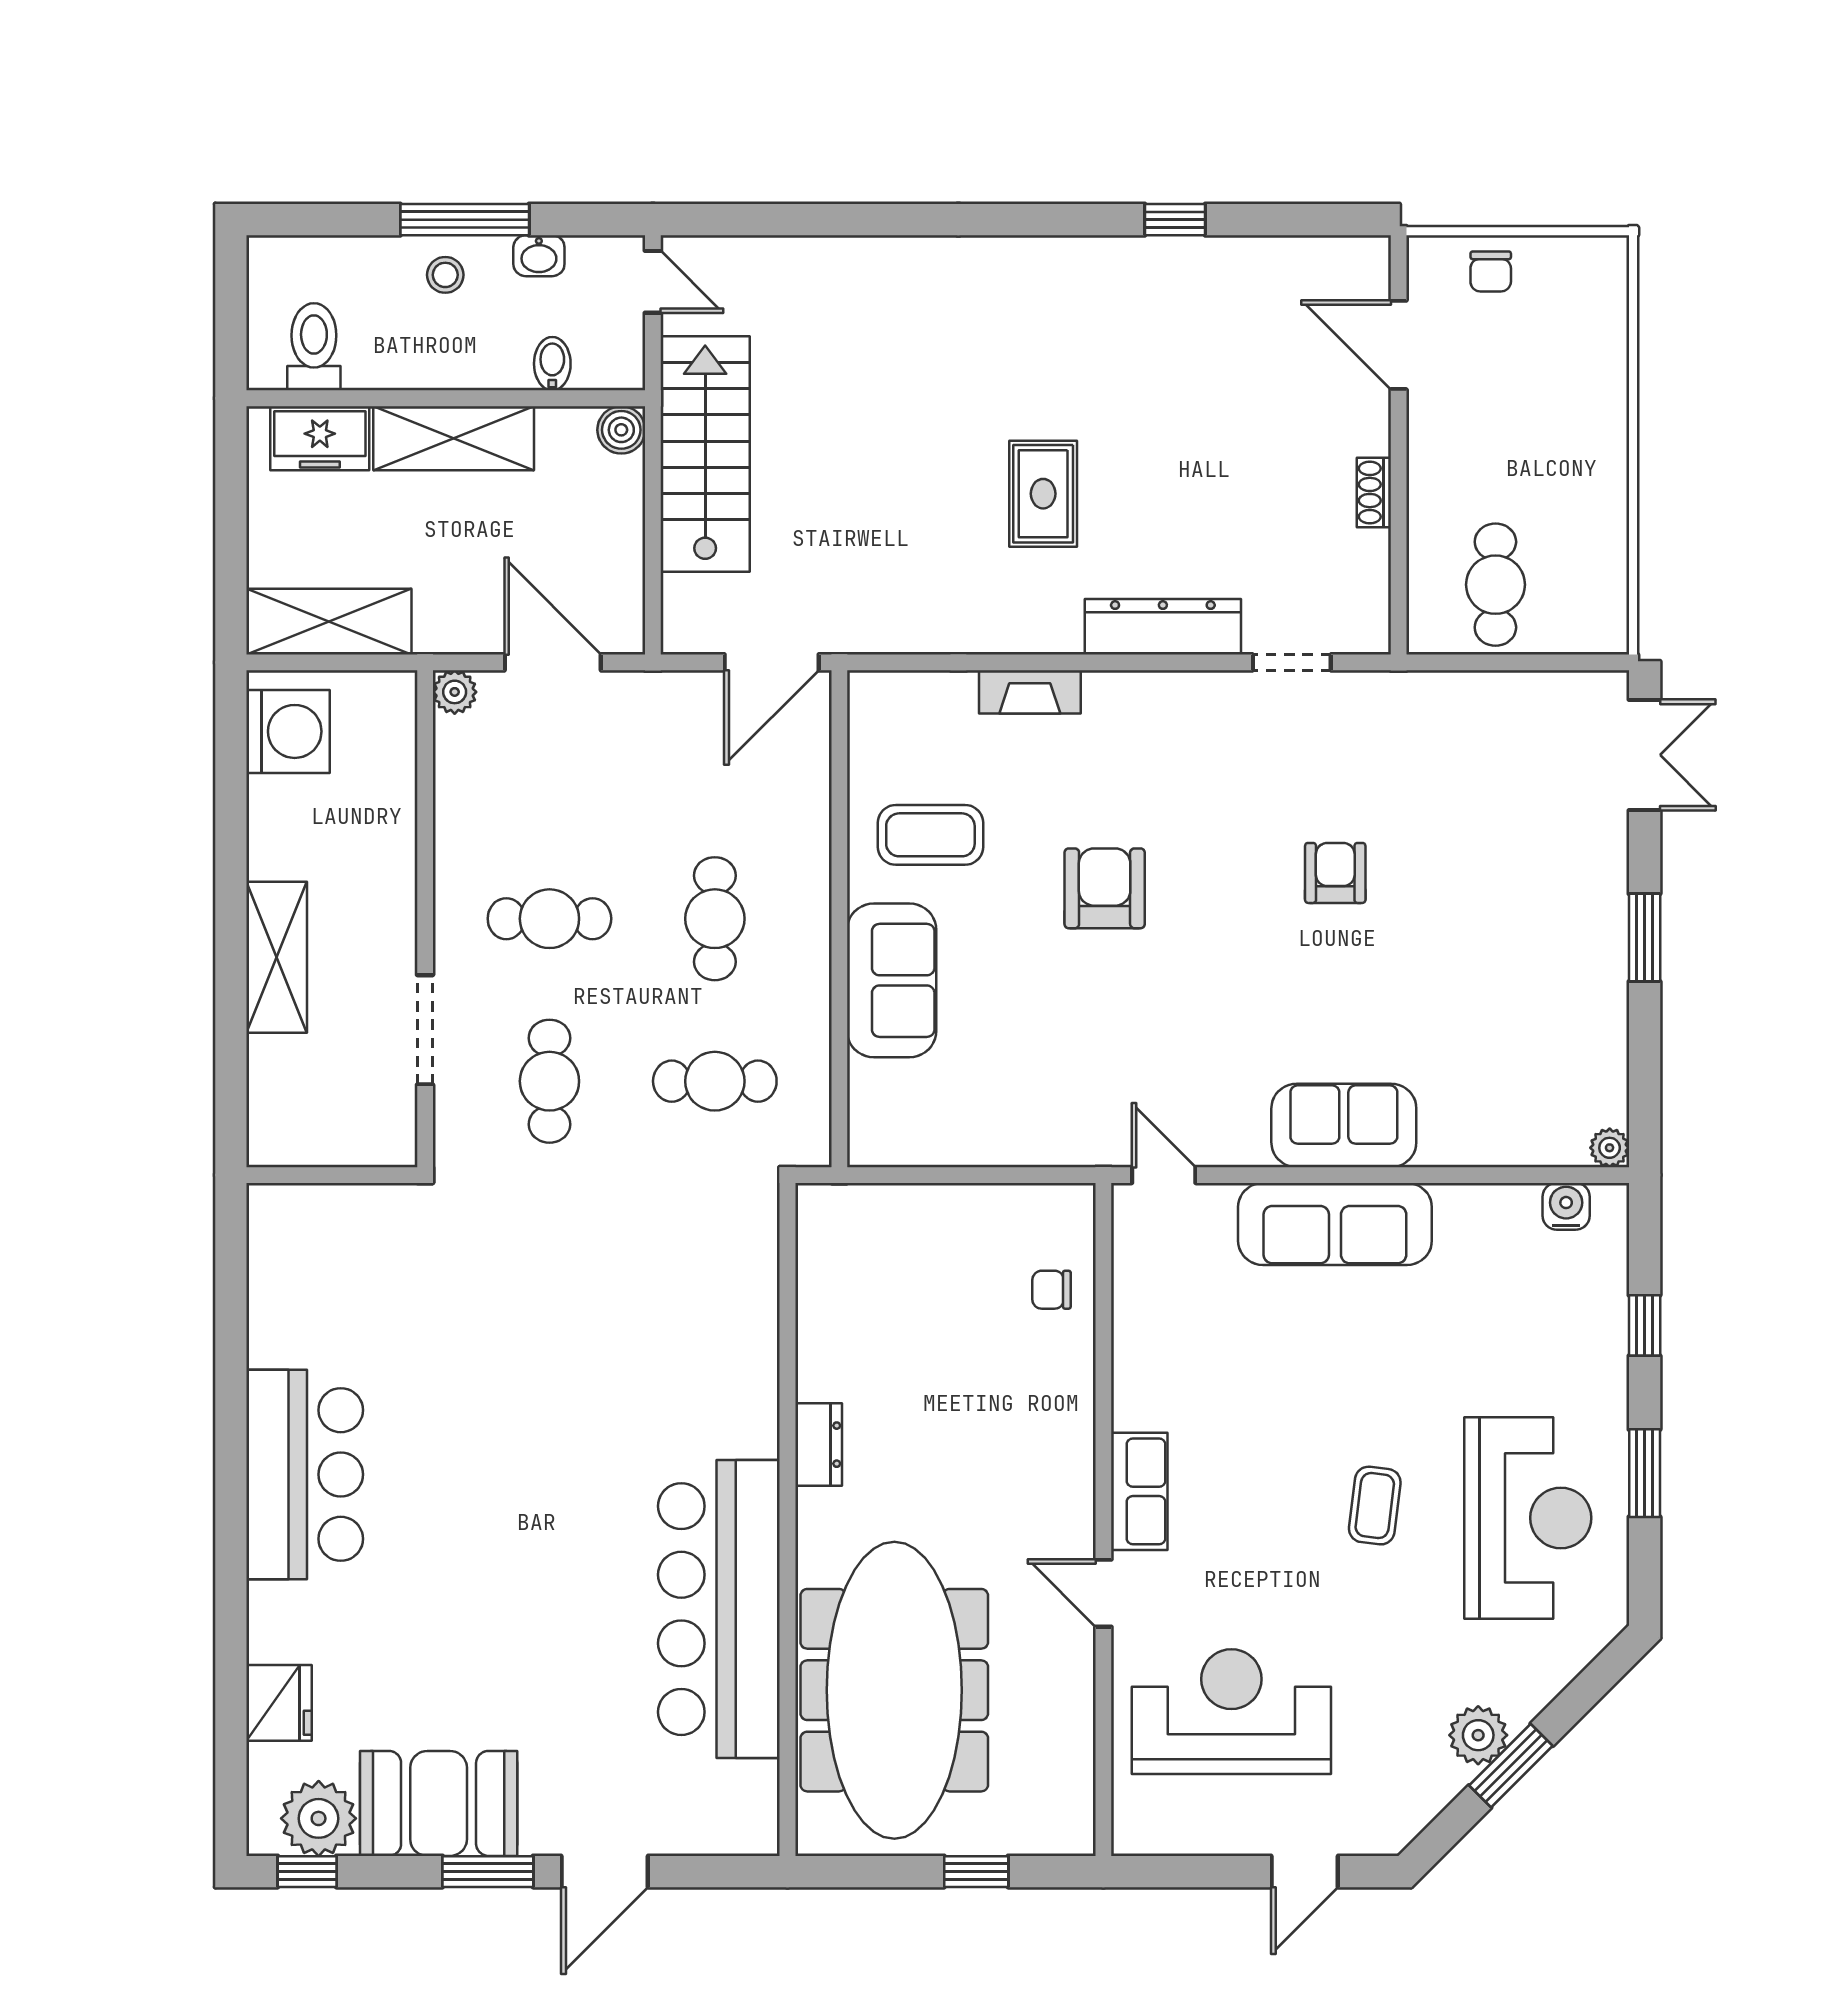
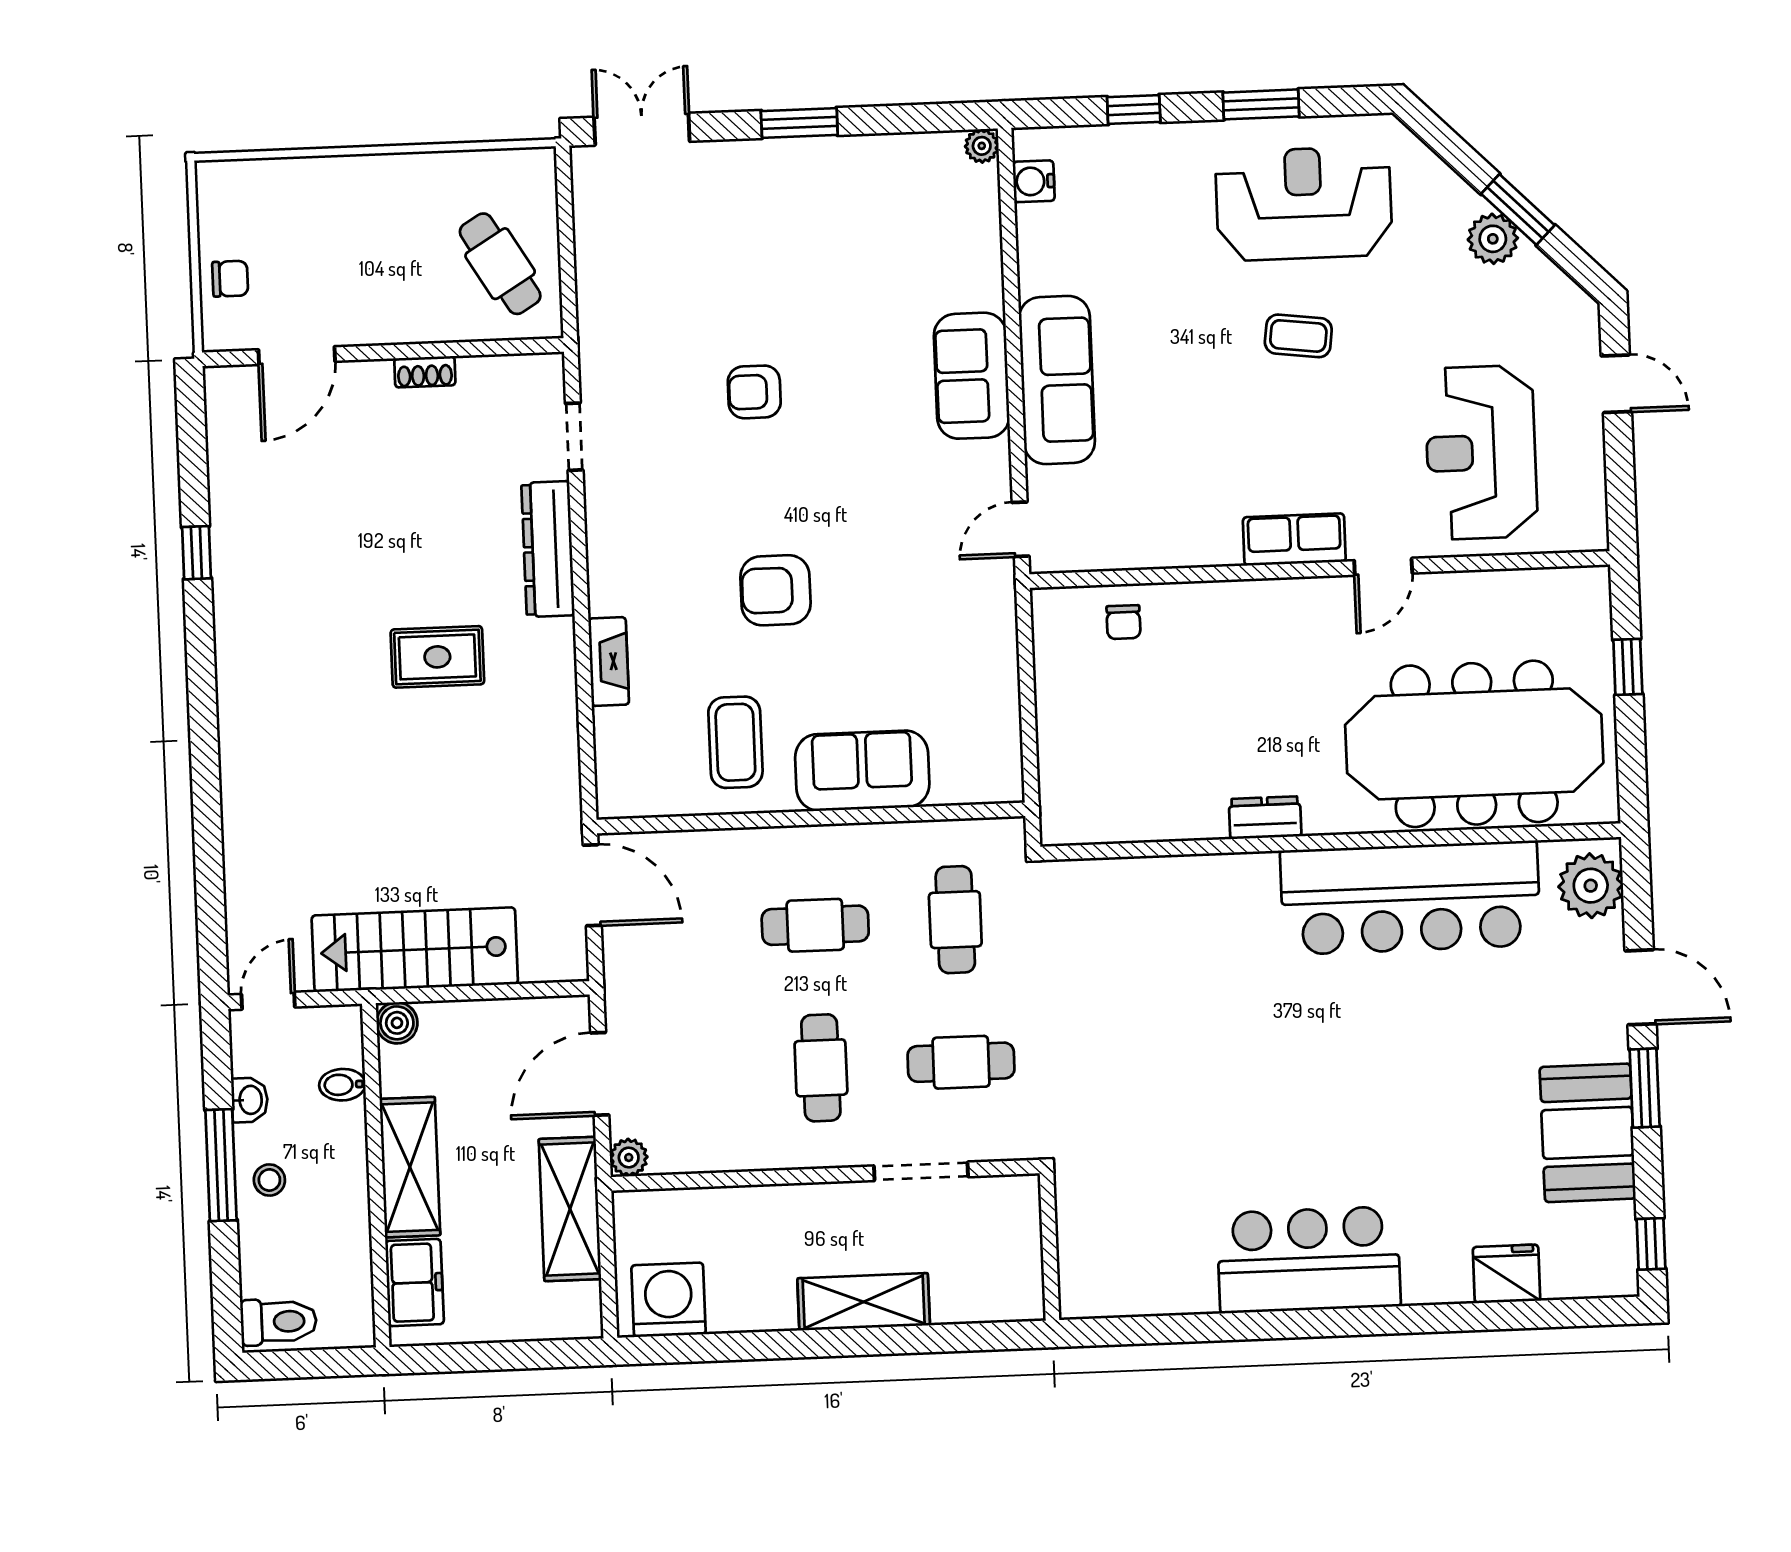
toilet: (314, 347) -> (279, 1322), moved, turned 180
cafe table: (1495, 585) -> (500, 264), turned 59
shelving: (329, 622) -> (570, 1209), moved
plant: (319, 1818) -> (1591, 886), moved

